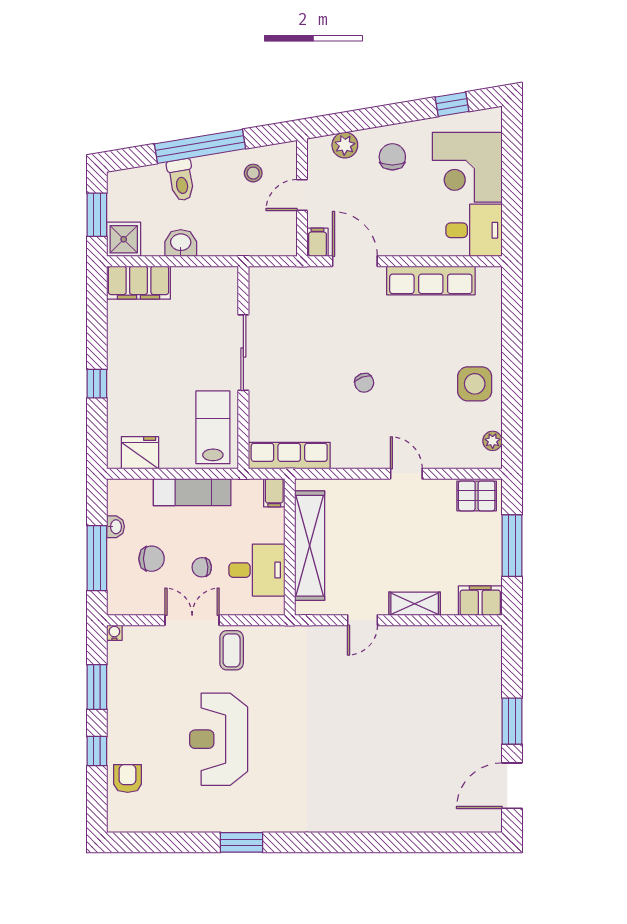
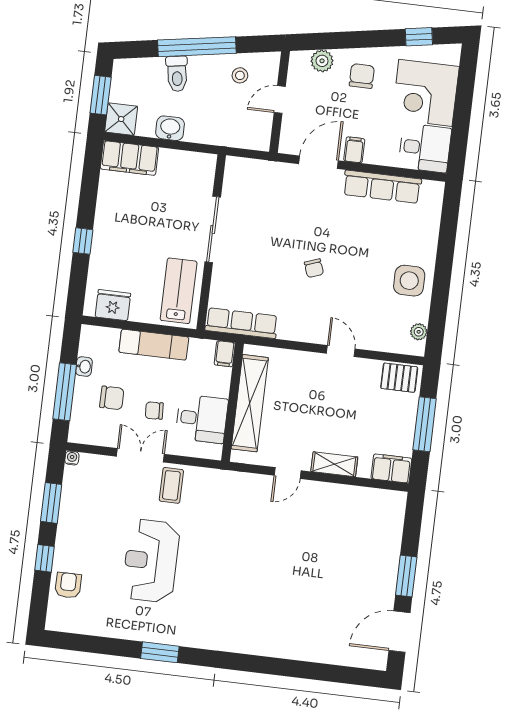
filing cabinet: (317, 242) -> (354, 150), moved
door: (355, 261) -> (319, 162), hinge flipped

